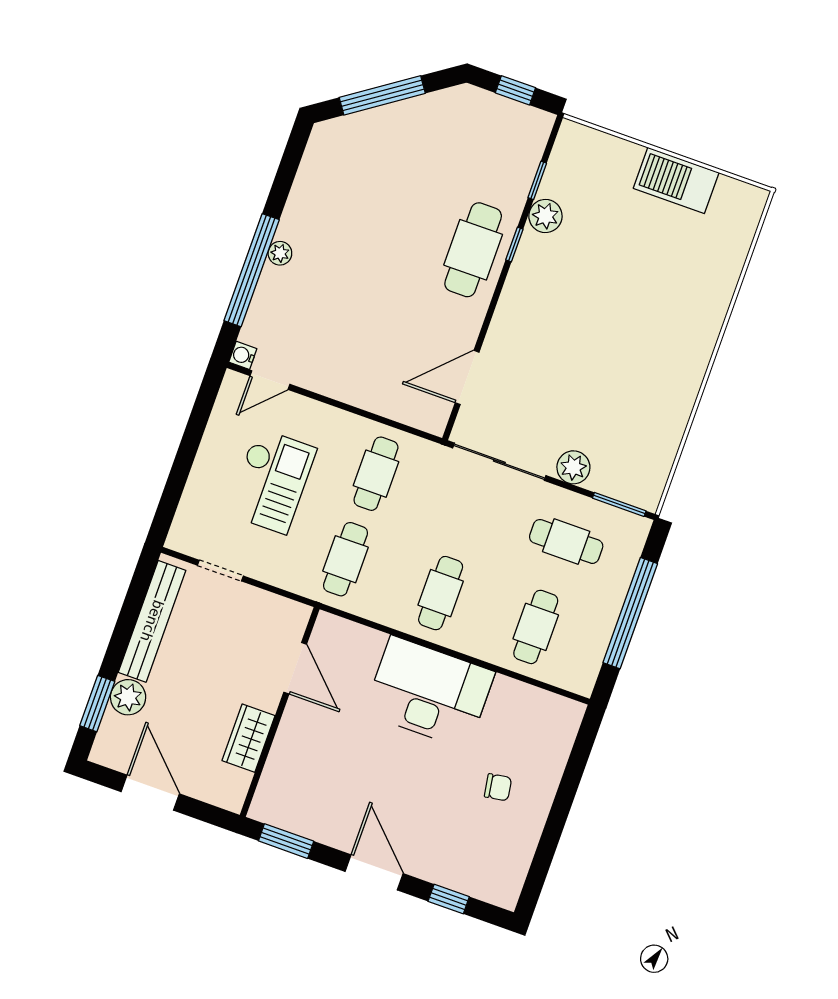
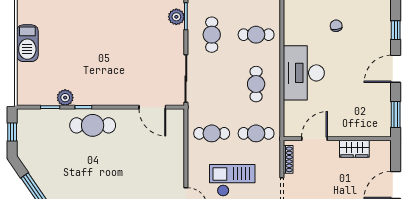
plant: (573, 467) -> (176, 17), moved
cafe table: (441, 593) -> (256, 84), turned 90
shoe rack: (274, 603) -> (288, 159), added

